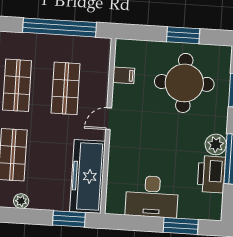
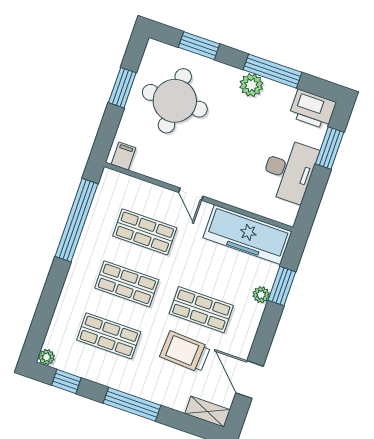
filing cabinet: (124, 75) -> (123, 156), moved
printer: (211, 174) -> (313, 109), moved
plant: (21, 201) -> (261, 295), moved
window: (69, 219) -> (282, 286), moved

